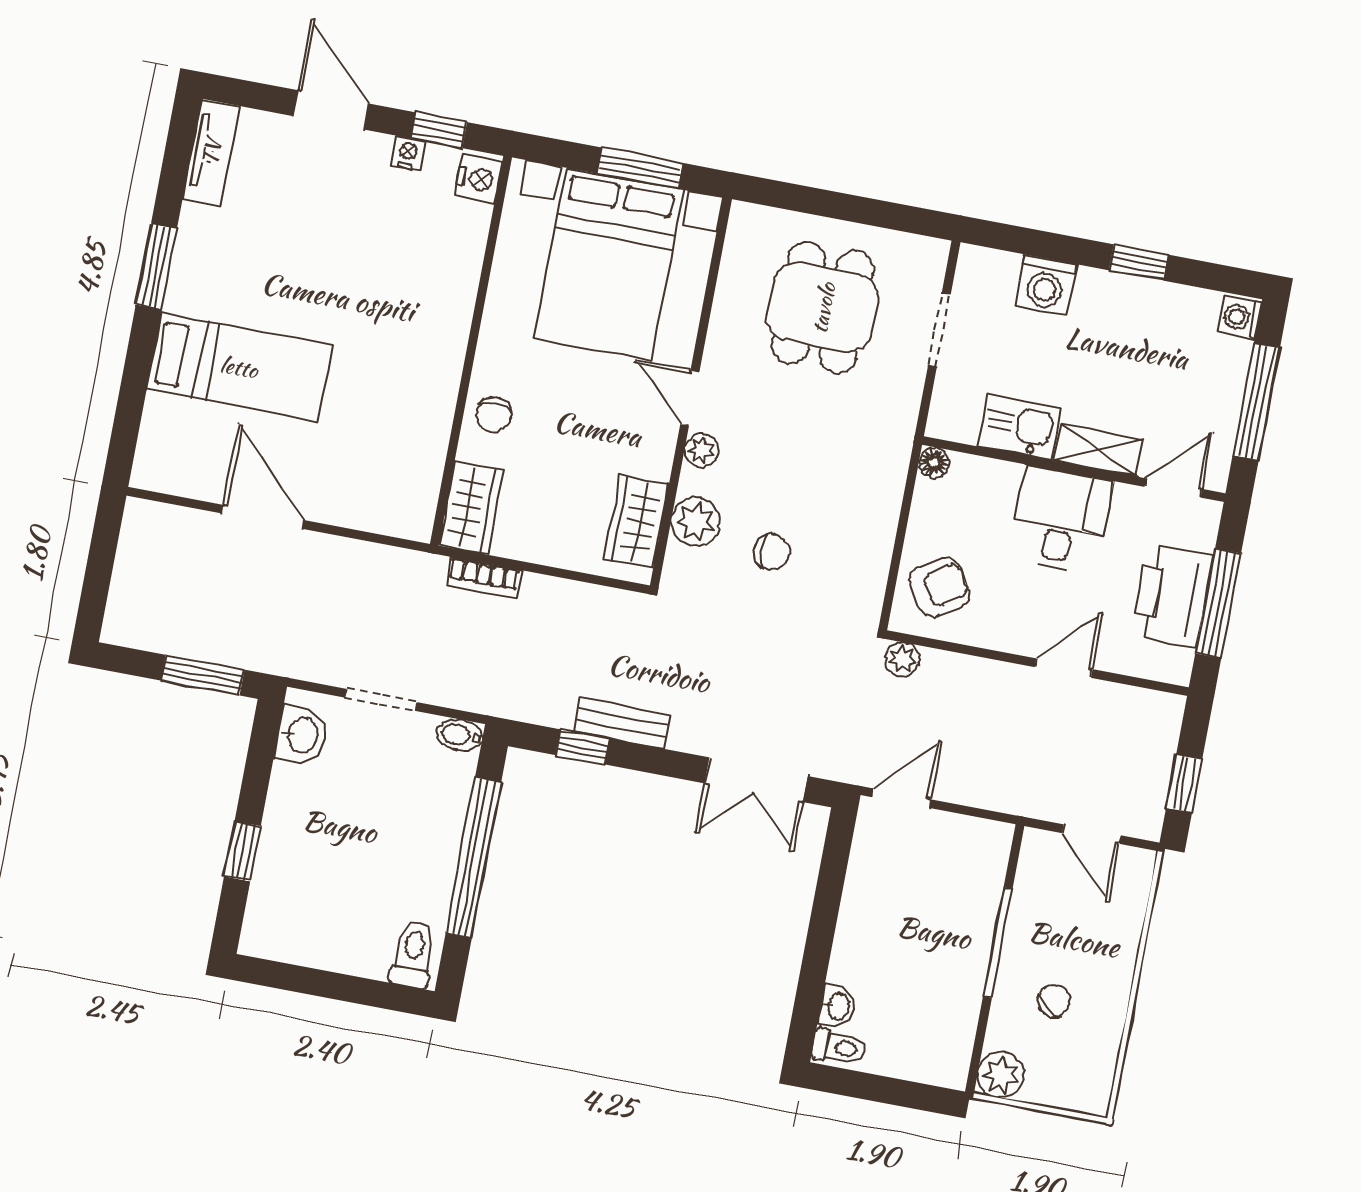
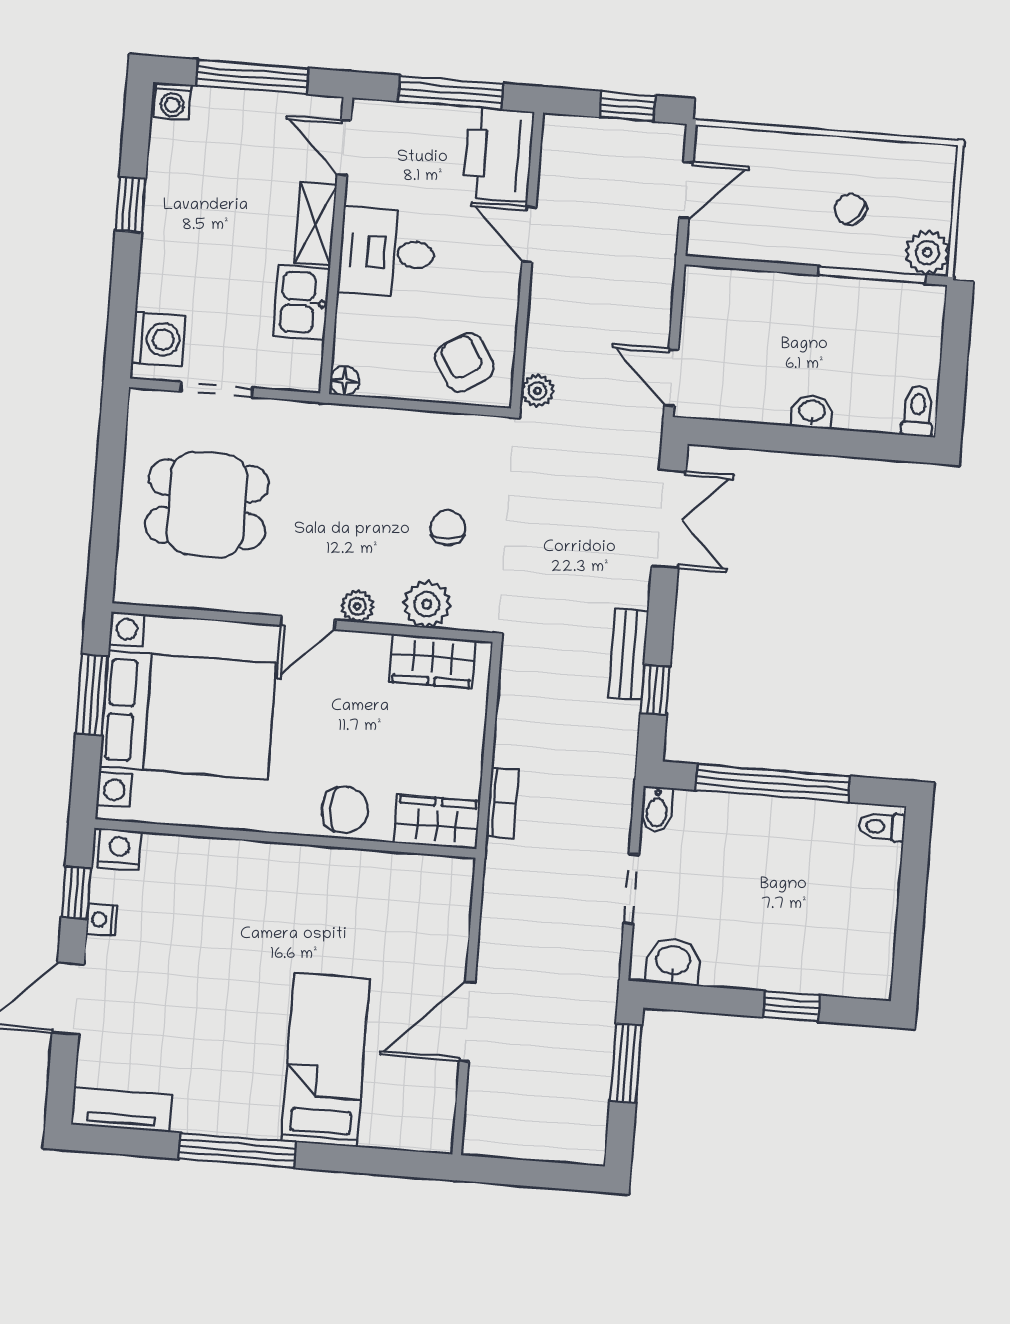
window: (156, 266) -> (237, 1150), width x1.44
washing machine: (1045, 285) -> (158, 339), moved
chair: (494, 415) -> (345, 810), width x1.37, depth x1.37
printer: (1172, 595) -> (498, 155), moved, turned 90
window: (998, 943) -> (872, 275), moved
toilet: (413, 954) -> (882, 827), width x0.73, depth x0.72
washbasin: (837, 1006) -> (812, 412), moved

